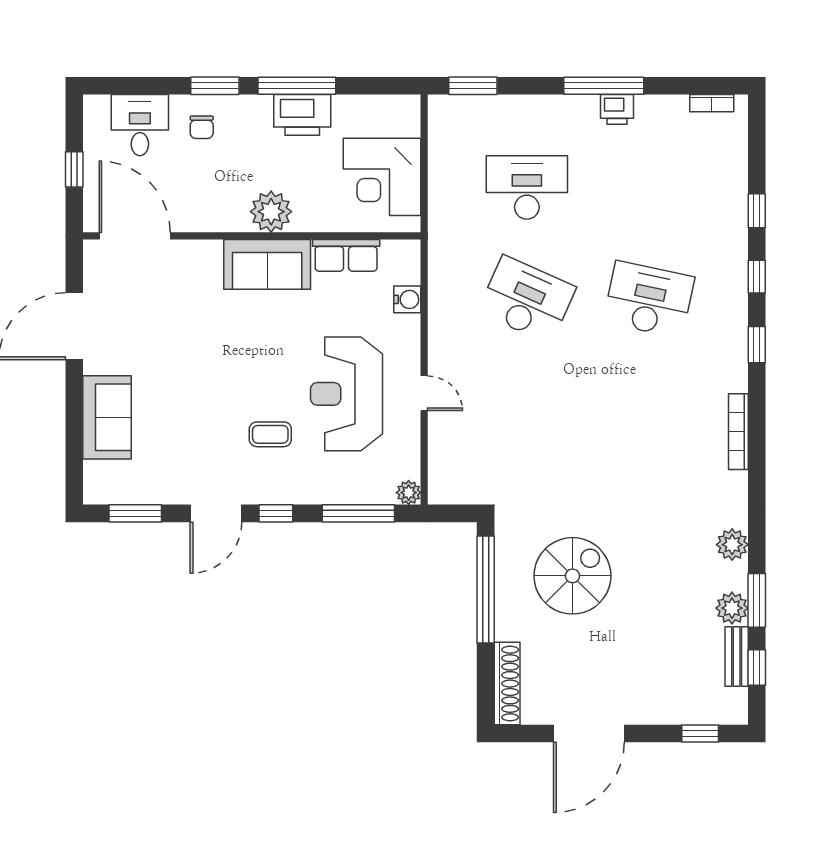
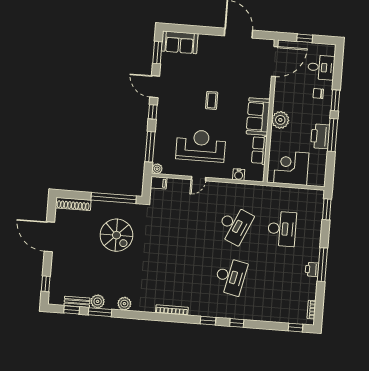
window: (757, 211) -> (295, 328), moved
sofa: (107, 417) -> (180, 42), moved
coffee table: (270, 434) -> (212, 100), moved
filing cabinet: (441, 486) -> (159, 183), added

